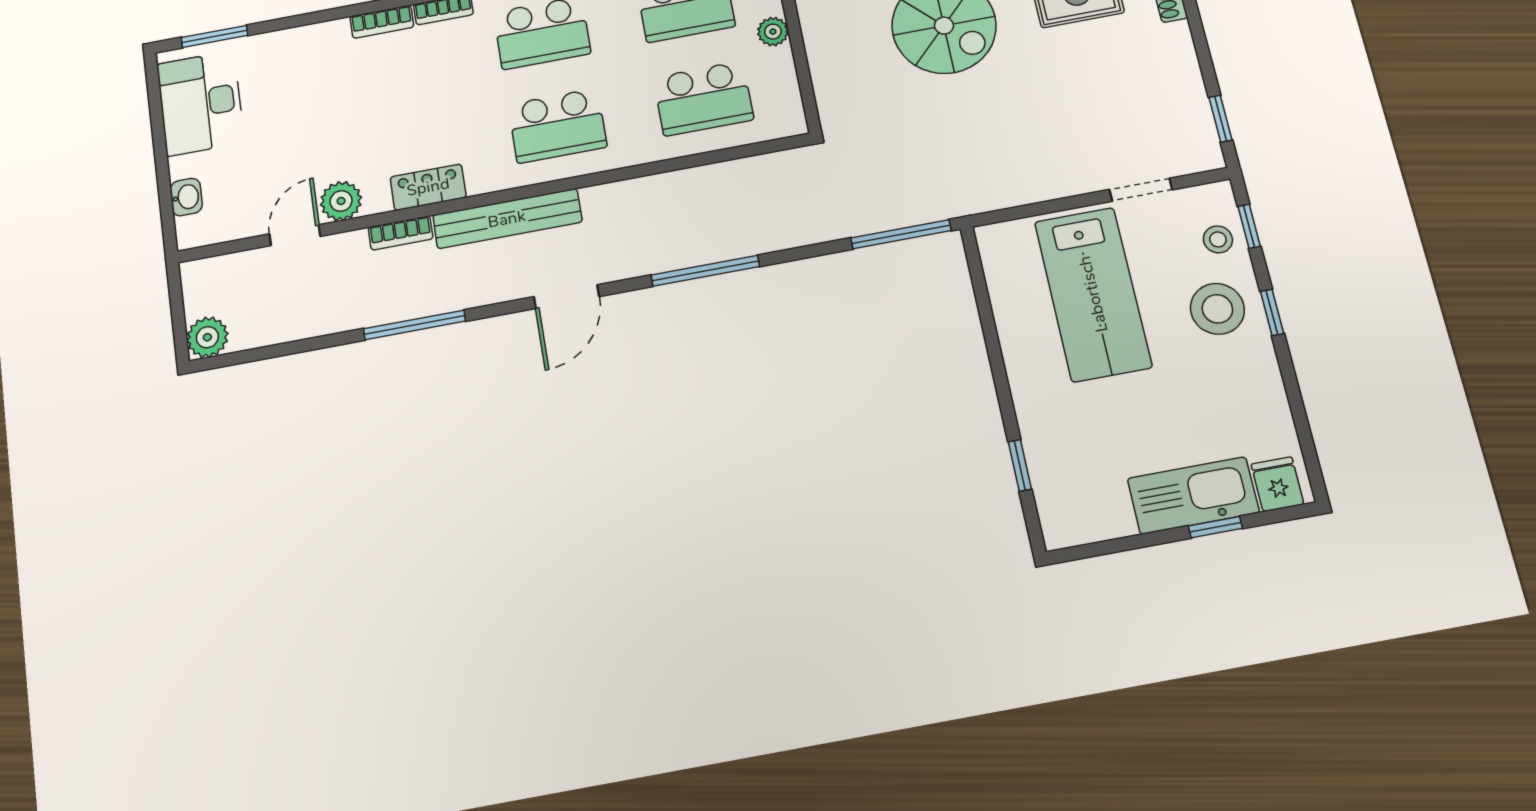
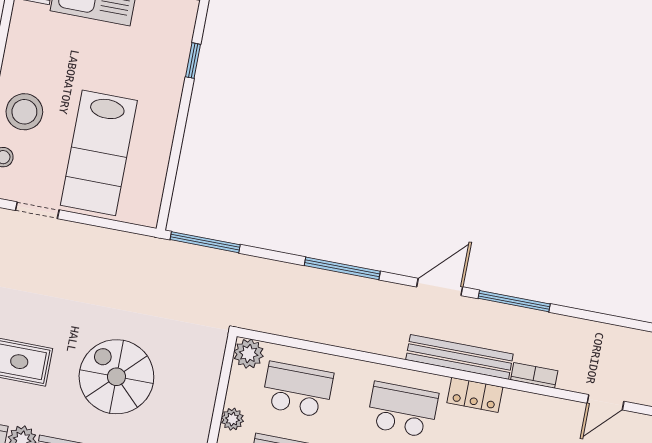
locker: (428, 187) -> (475, 395), moved
plant: (341, 201) -> (249, 354), moved
lab bench: (1093, 294) -> (99, 153), turned 180
window: (414, 325) -> (514, 301), moved

